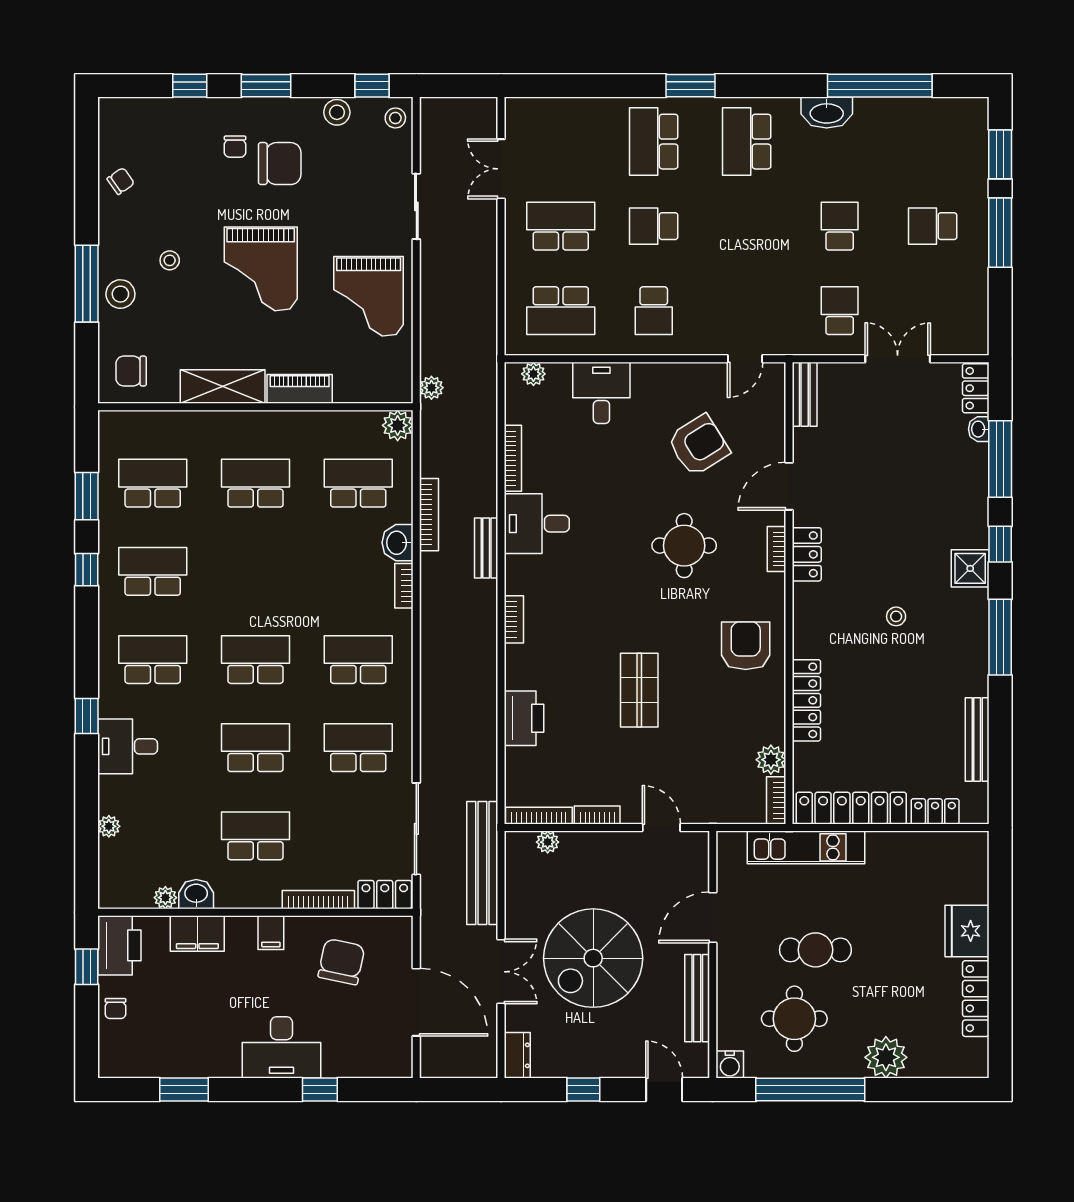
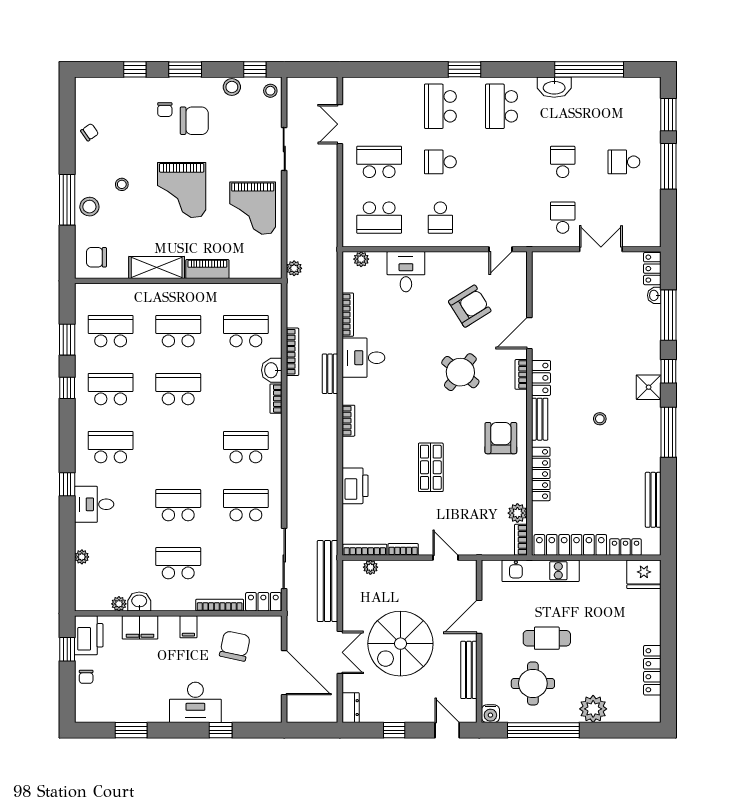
bench: (805, 394) -> (540, 419), moved
plant: (398, 425) -> (272, 293), removed
round table: (684, 546) -> (460, 372), turned 38
school desk: (255, 660) -> (178, 389), moved
fridge: (967, 931) -> (644, 574), moved, turned -90

